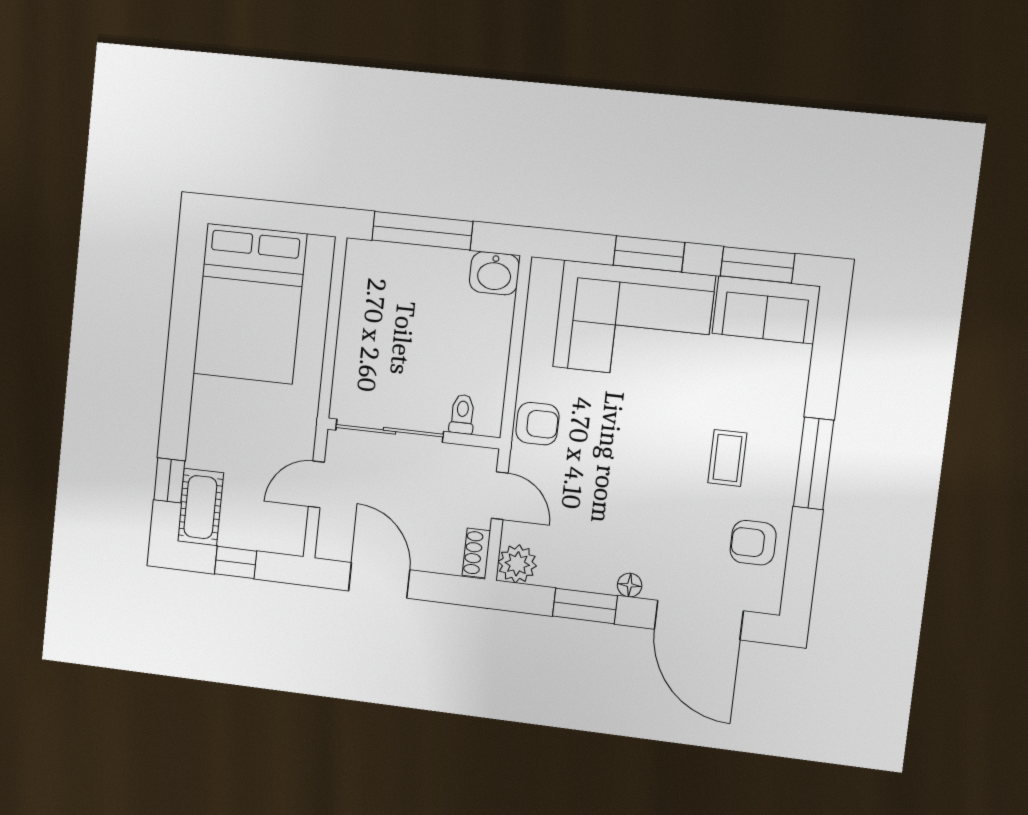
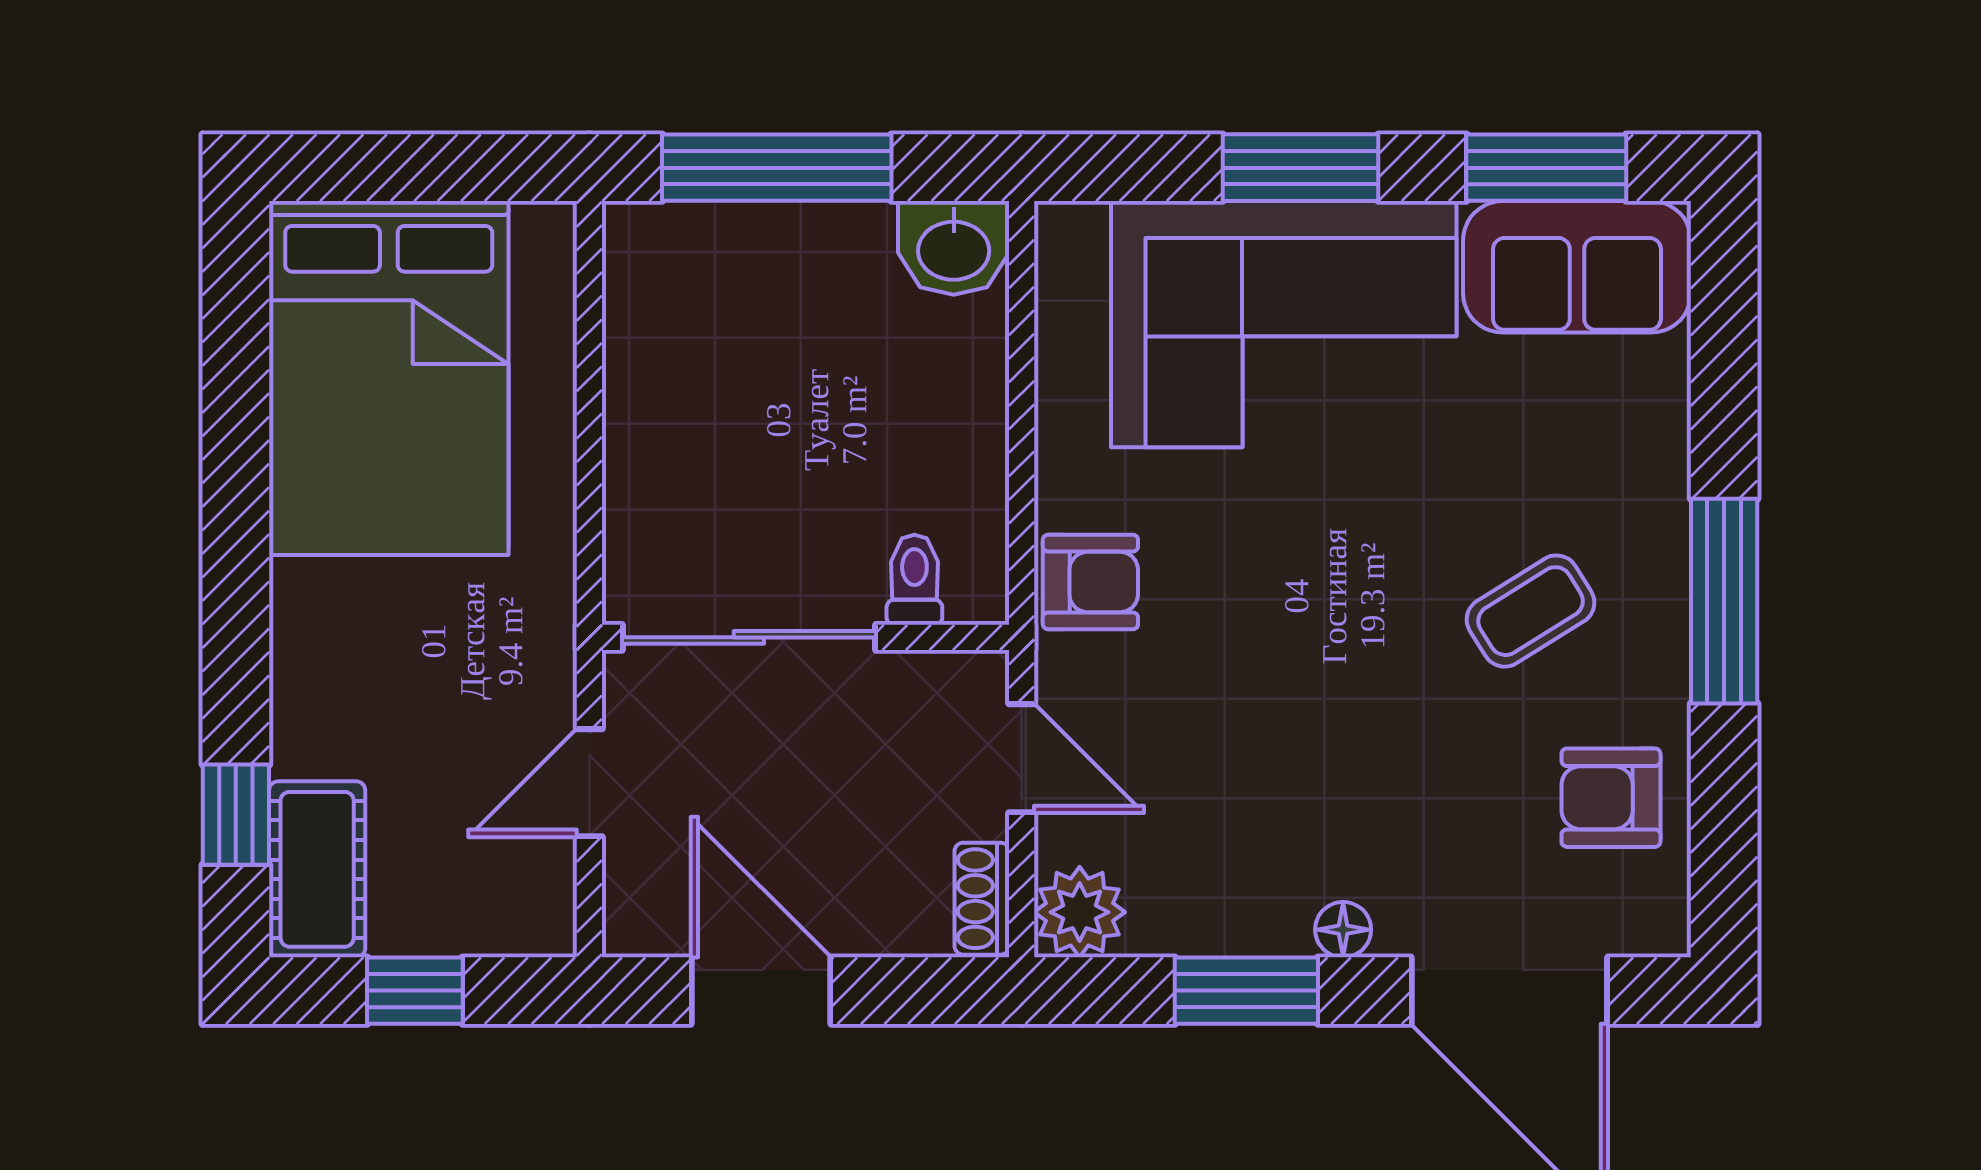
coffee table: (727, 458) -> (1531, 611), turned 58

